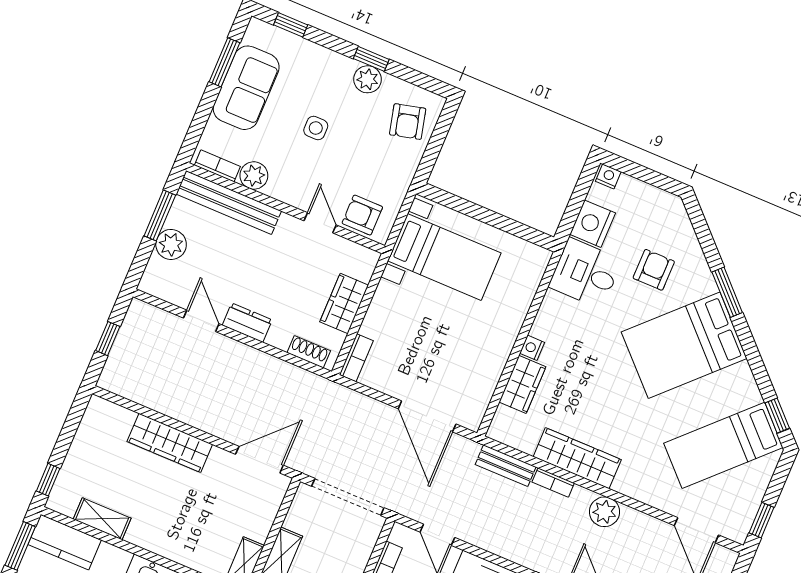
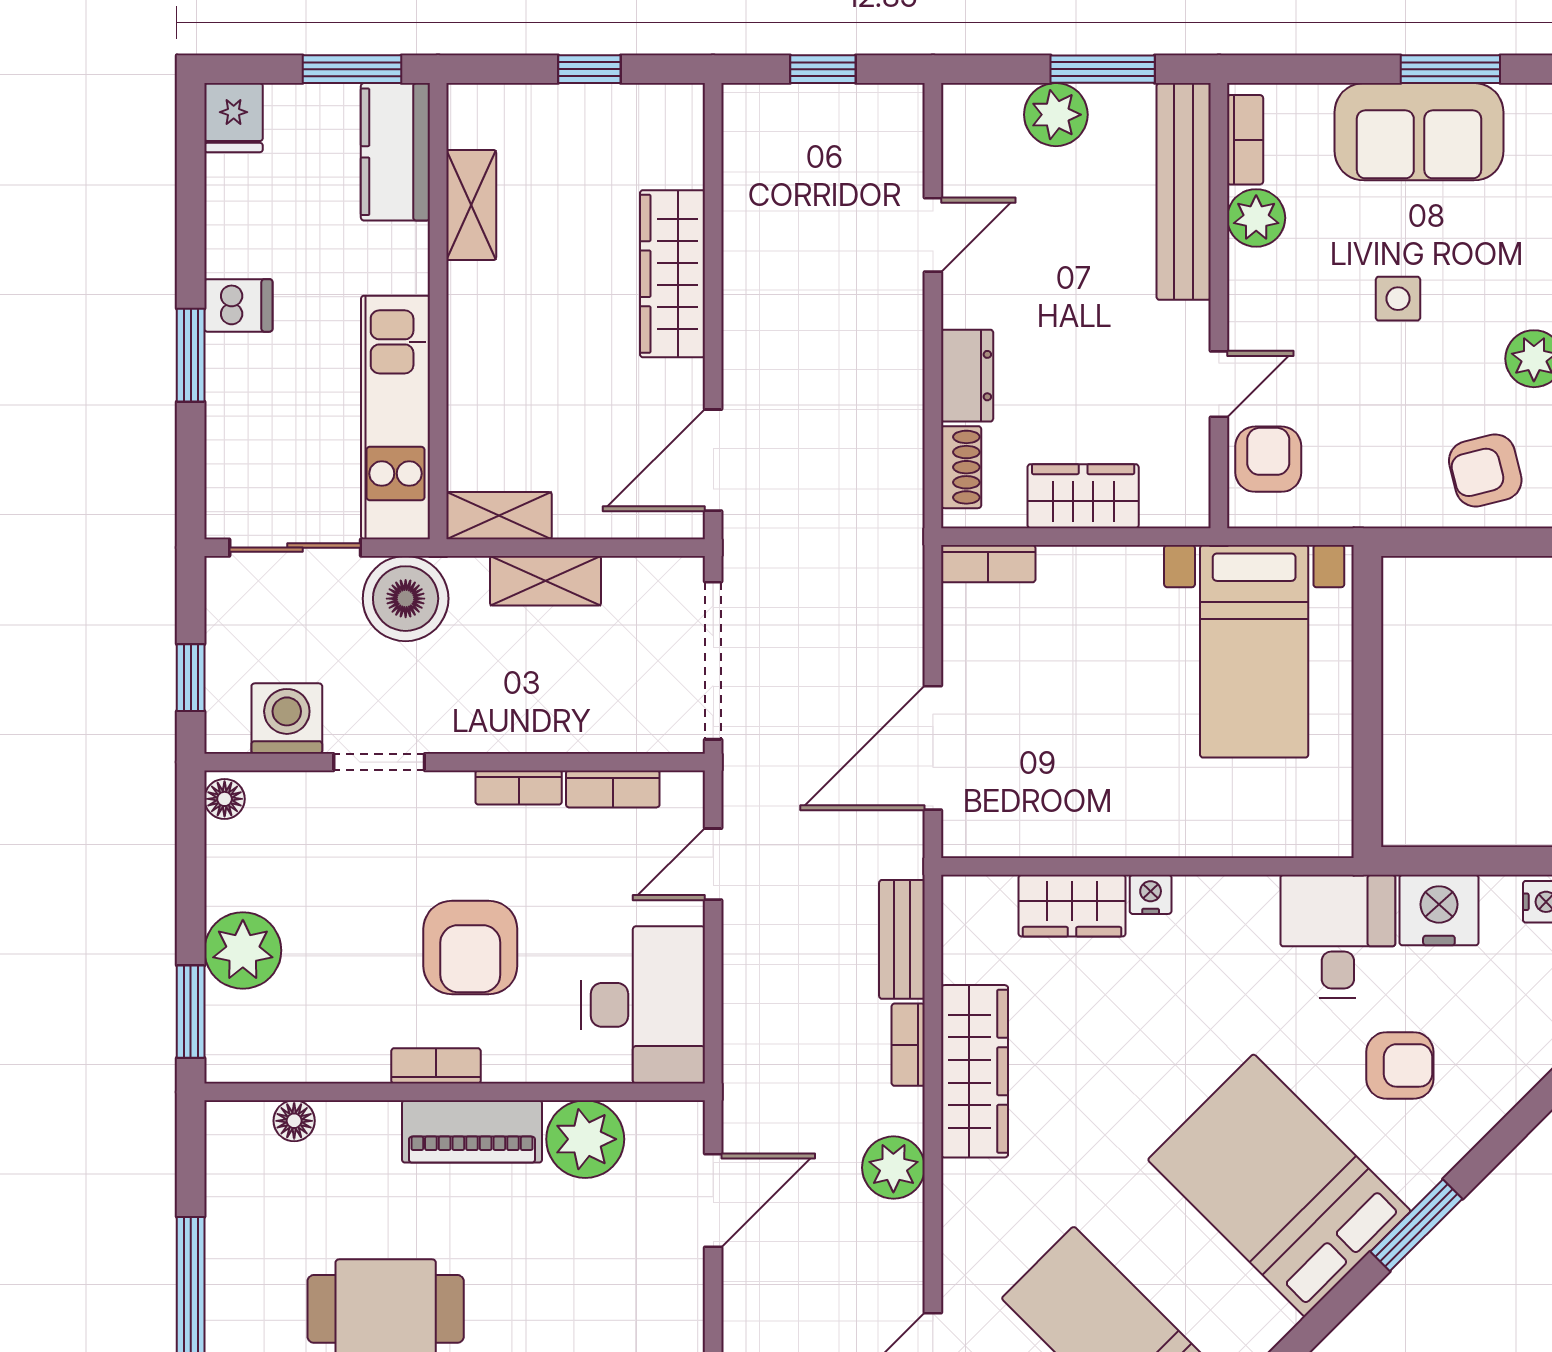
dresser: (247, 323) -> (967, 376), moved
door: (259, 460) -> (713, 460), swing flipped
window: (48, 480) -> (589, 69), moved

